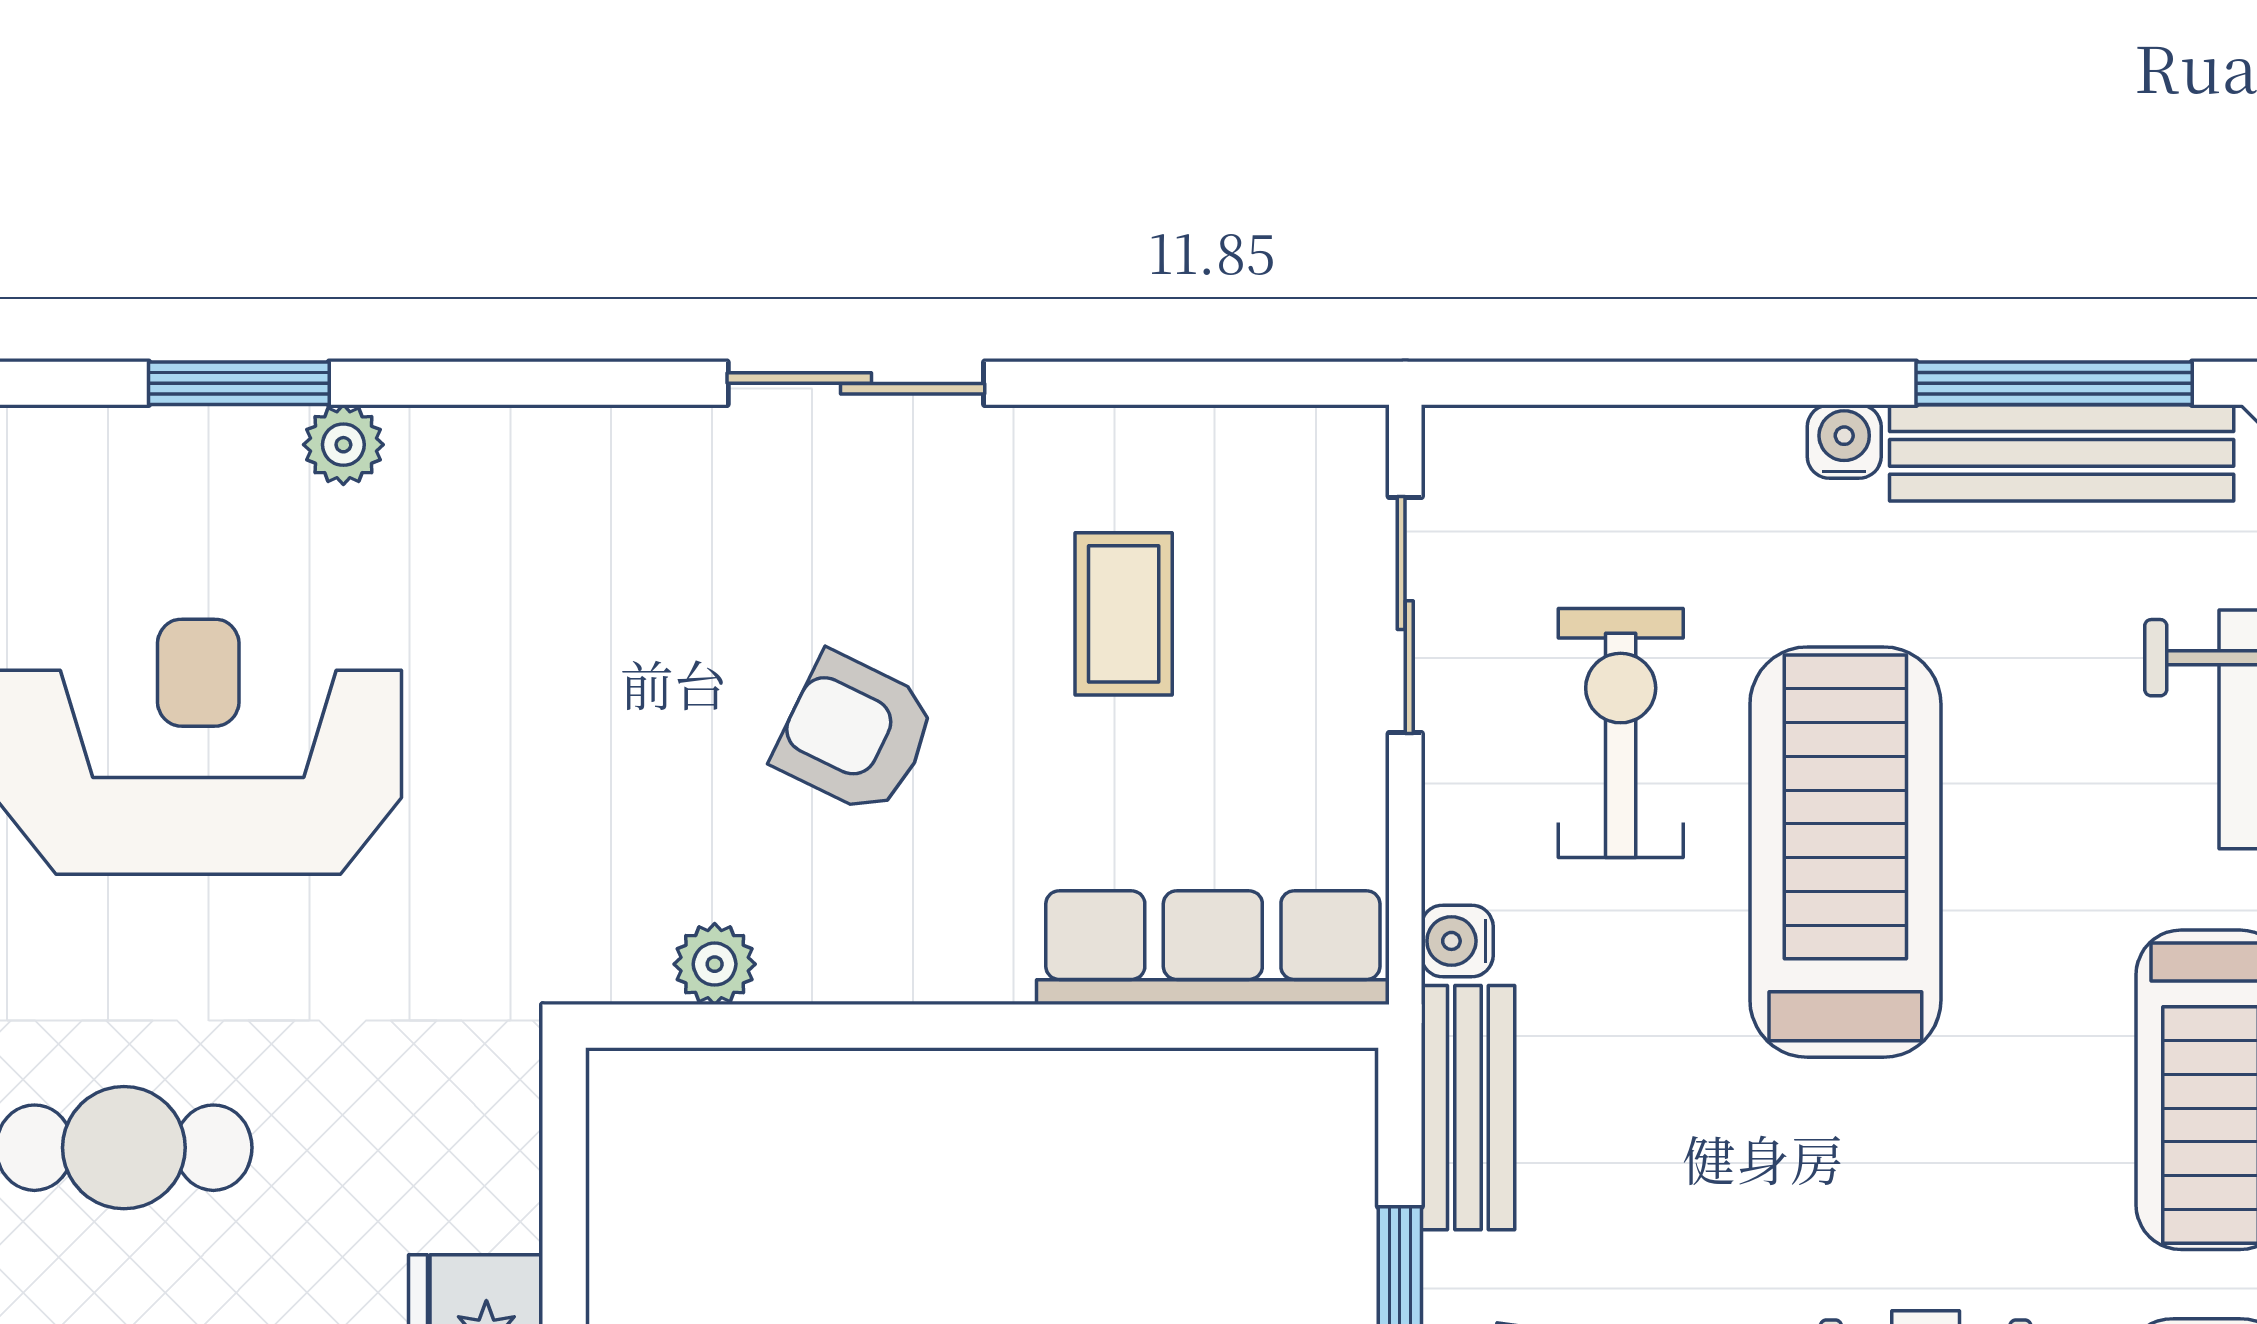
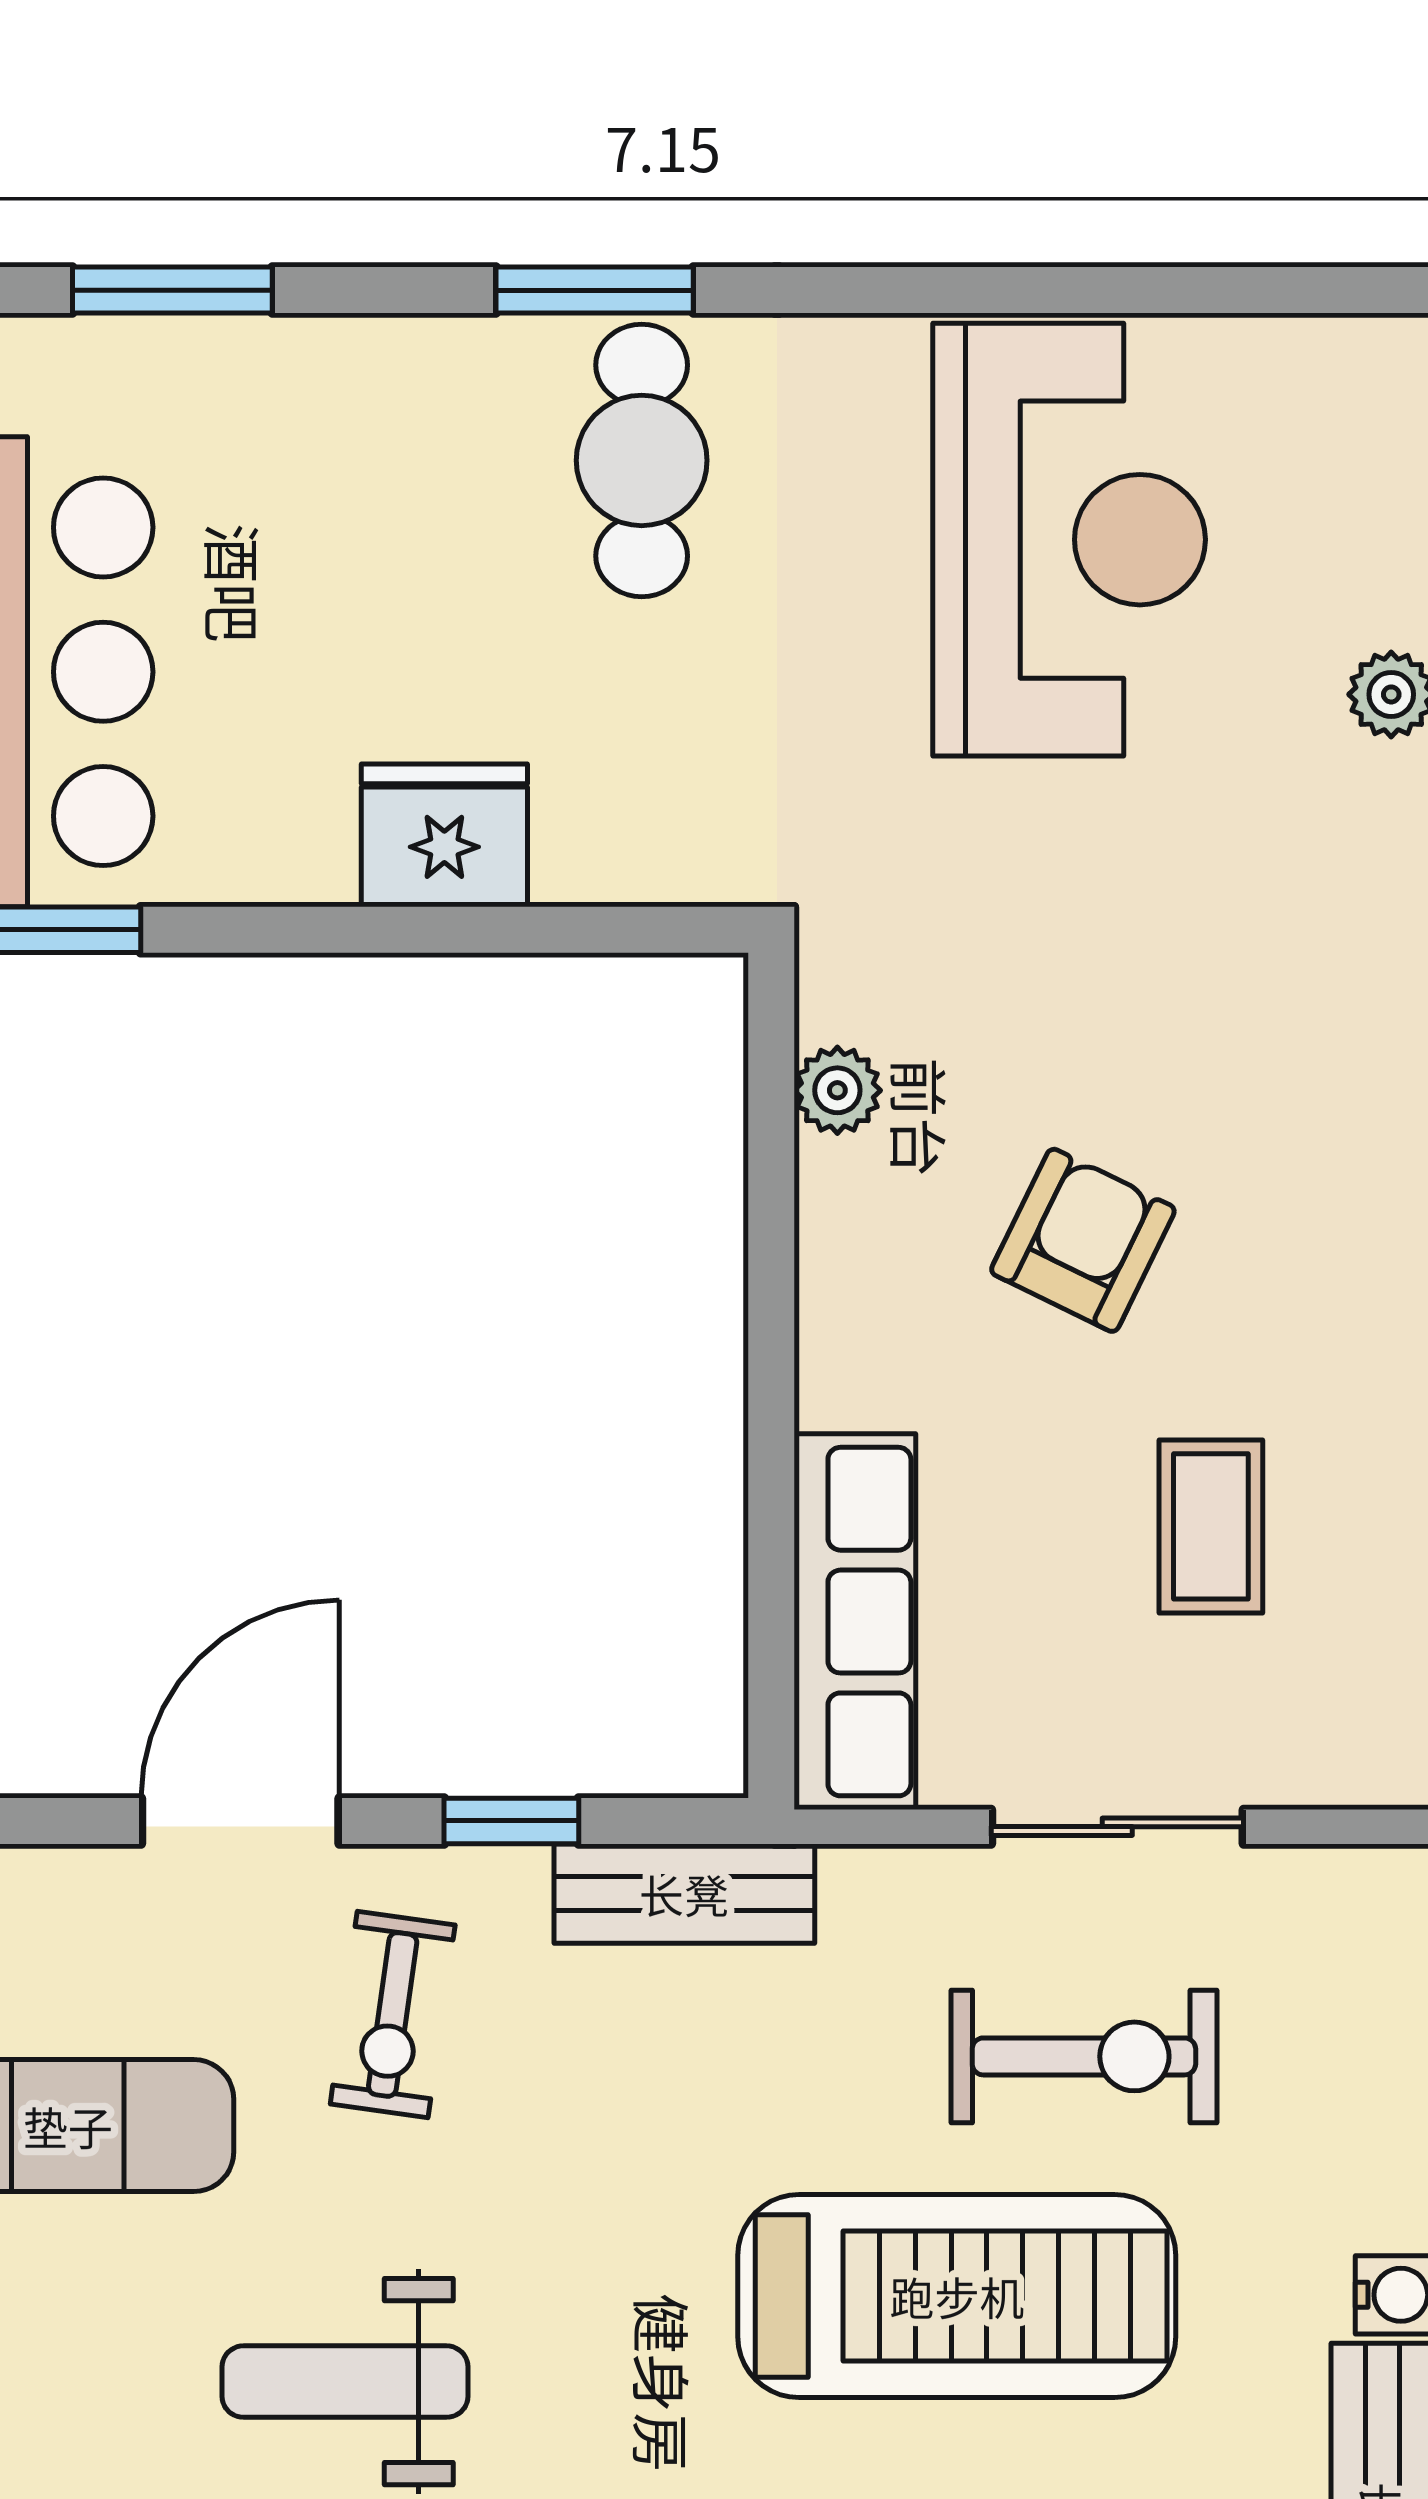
coffee table: (1124, 614) -> (1211, 1526), turned 90
sliding door: (1405, 615) -> (1117, 1827), moved
water cooler: (1457, 941) -> (862, 1882), removed

